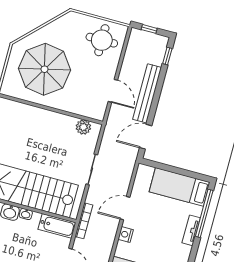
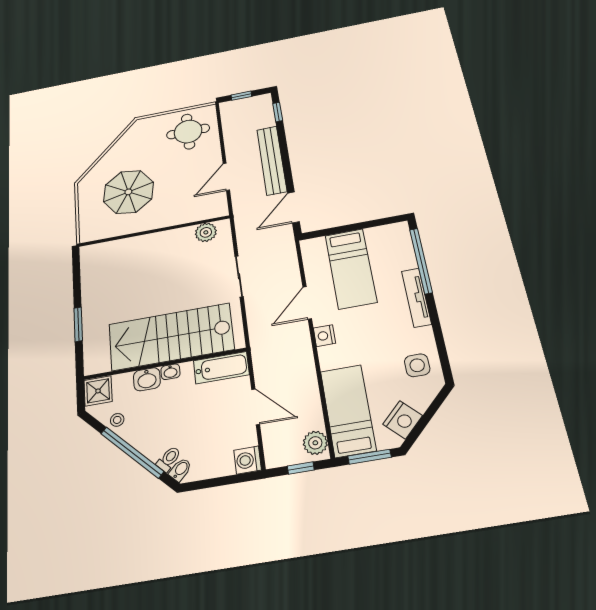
parasol: (44, 69) -> (128, 192), width x0.73, depth x0.73
door: (113, 91) -> (226, 177), swing flipped
bed: (179, 187) -> (351, 269), moved, turned -90
bookcase: (84, 221) -> (257, 344), removed
tv unit: (191, 230) -> (416, 298), width x1.41

